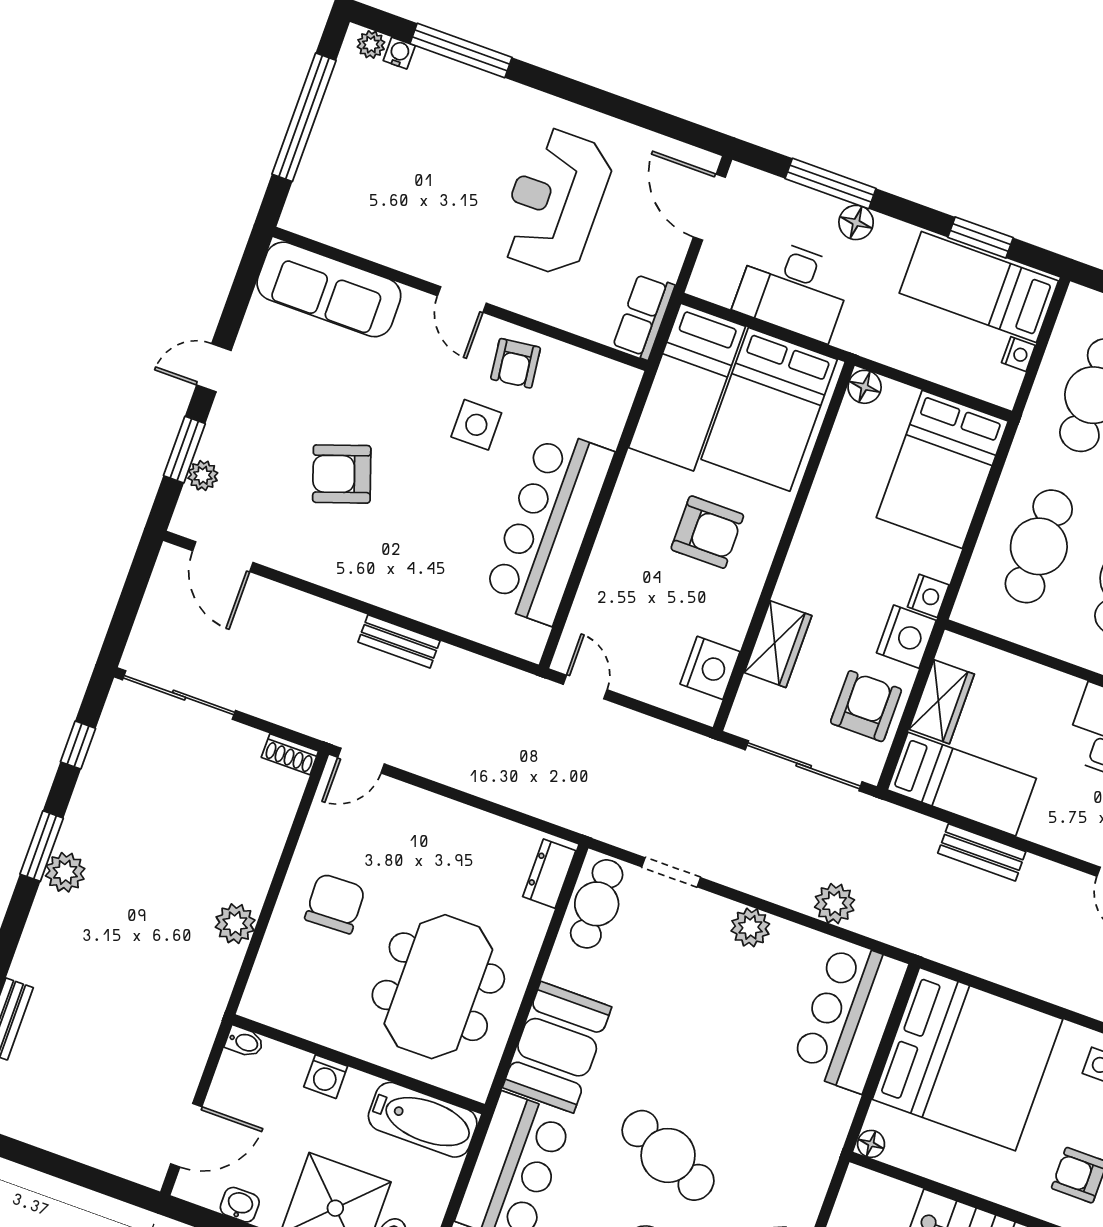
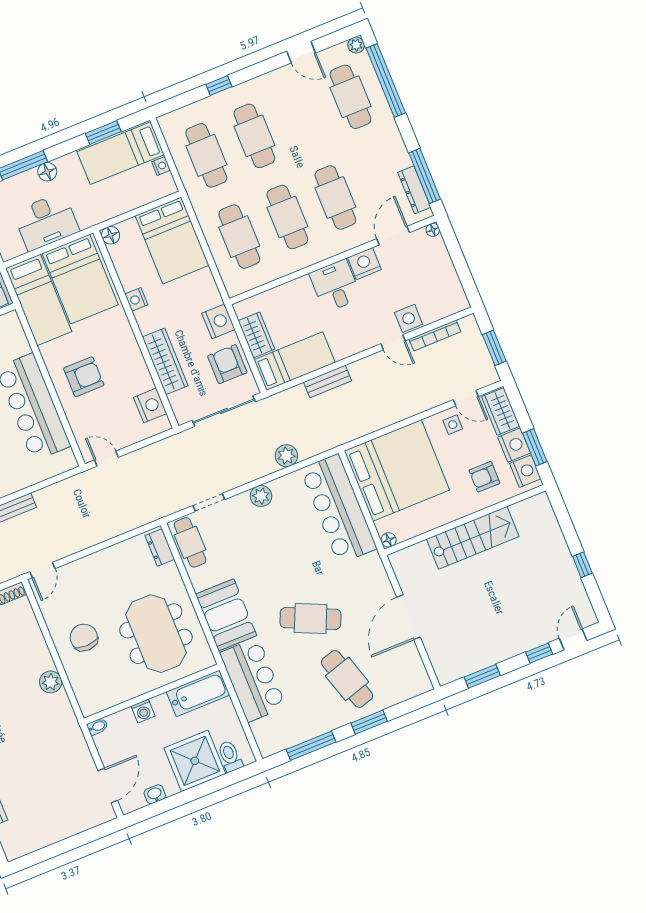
armchair: (707, 532) -> (84, 377), moved
nightstand: (928, 596) -> (136, 299), moved, turned 180
wardrobe: (778, 644) -> (165, 361), width x1.50
bar counter: (849, 1016) -> (339, 509), width x1.36

